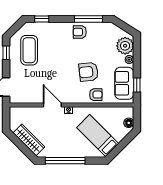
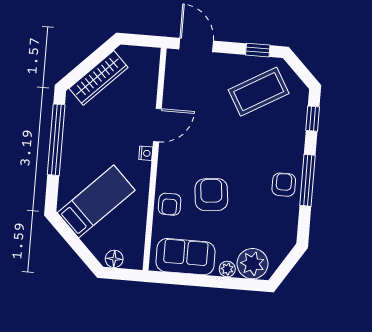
window: (89, 19) -> (308, 180), moved
coffee table: (29, 50) -> (259, 92), turned -30
window: (137, 85) -> (181, 279), removed

